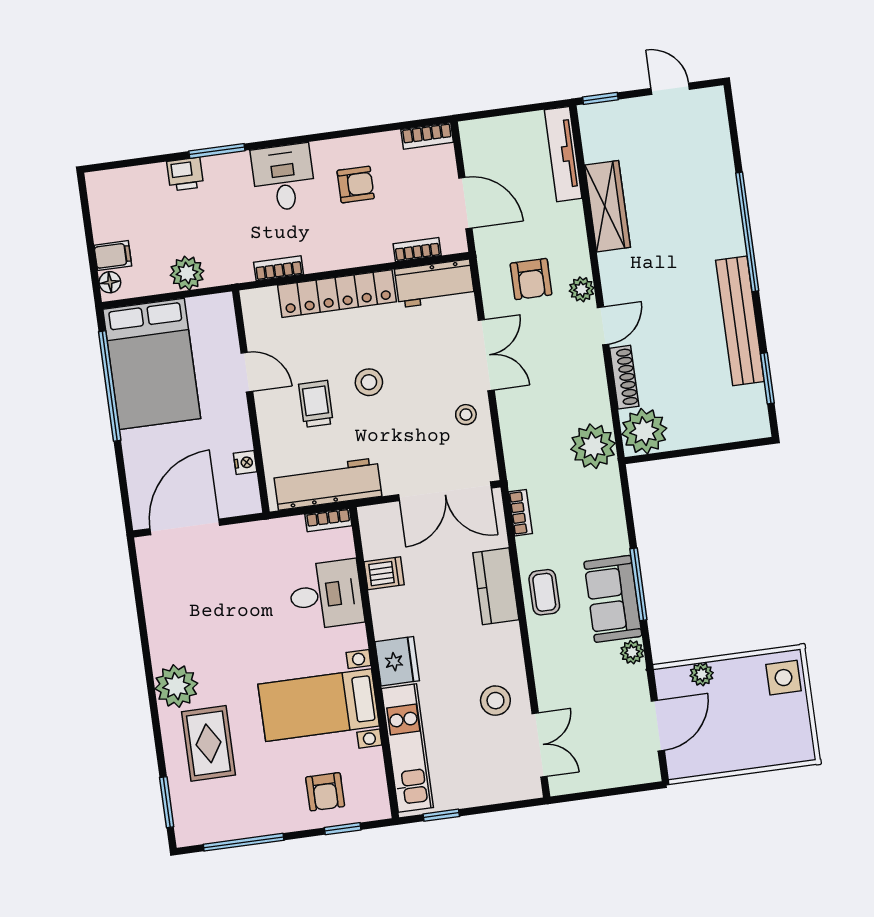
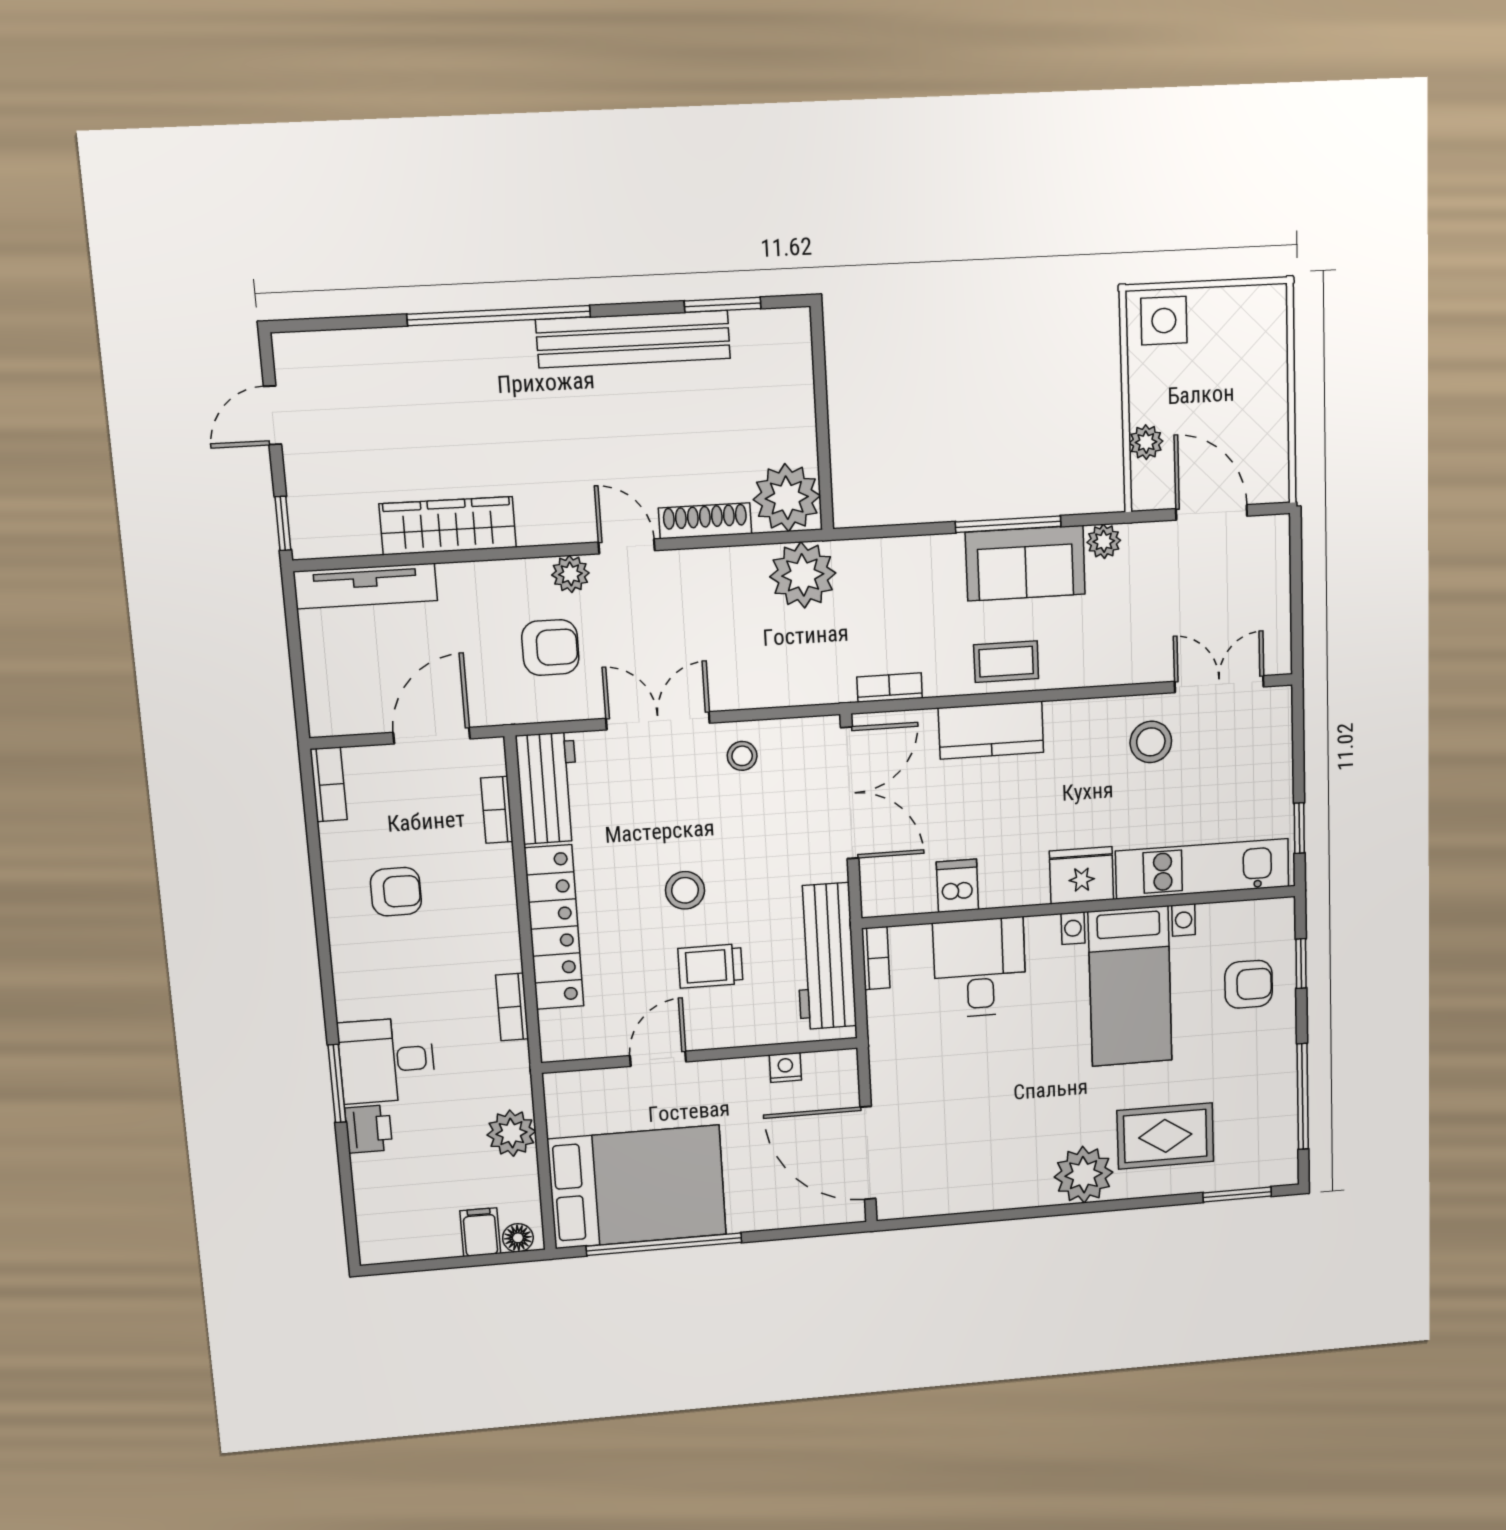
desk: (283, 178) -> (387, 1060), moved
armchair: (356, 185) -> (396, 892), turned 90

